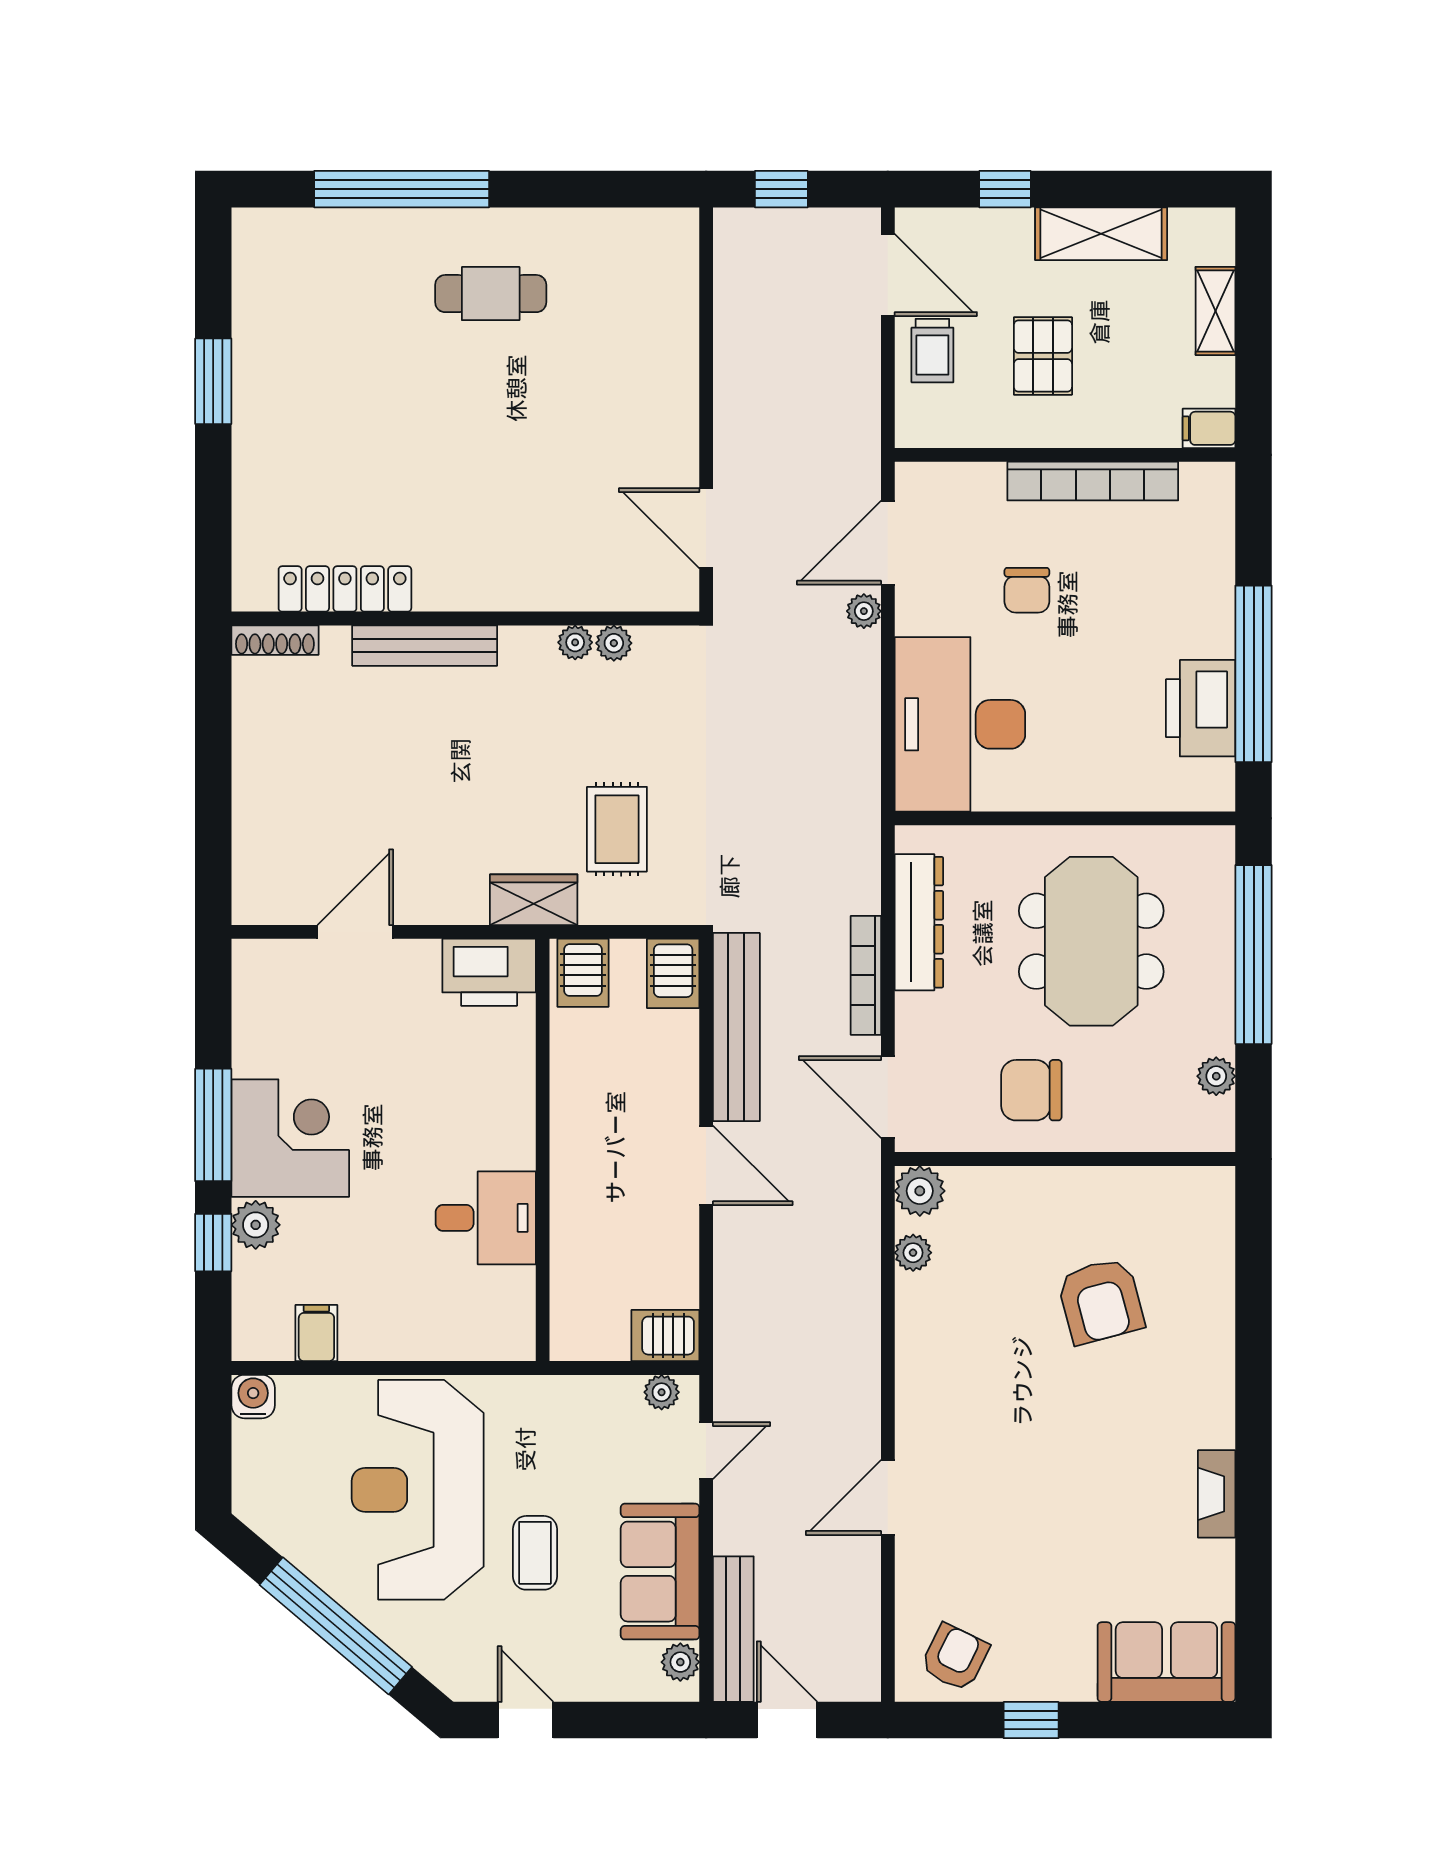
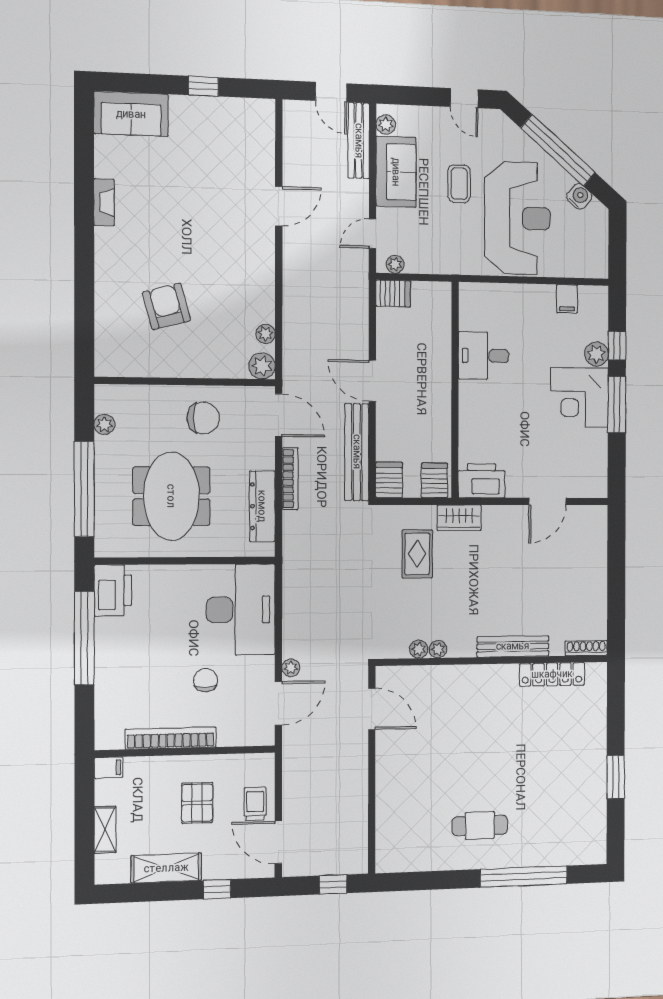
printer: (1201, 708) -> (113, 590), moved
water cooler: (253, 1397) -> (579, 196), moved, turned -140
armchair: (955, 1657) -> (244, 121), removed

